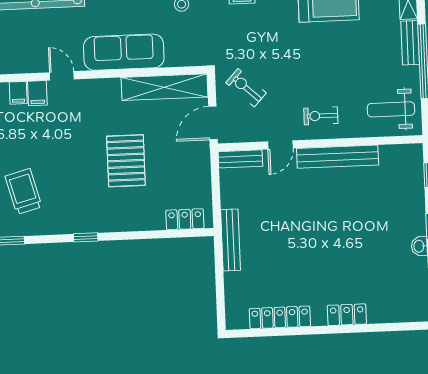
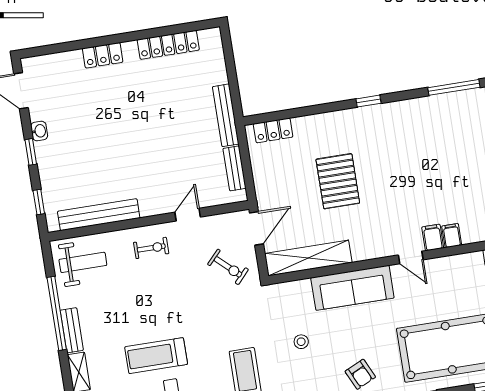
bench: (338, 157) -> (99, 215), moved
bench: (240, 159) -> (234, 168), moved, turned 90
trolley: (24, 191) -> (435, 139), removed

